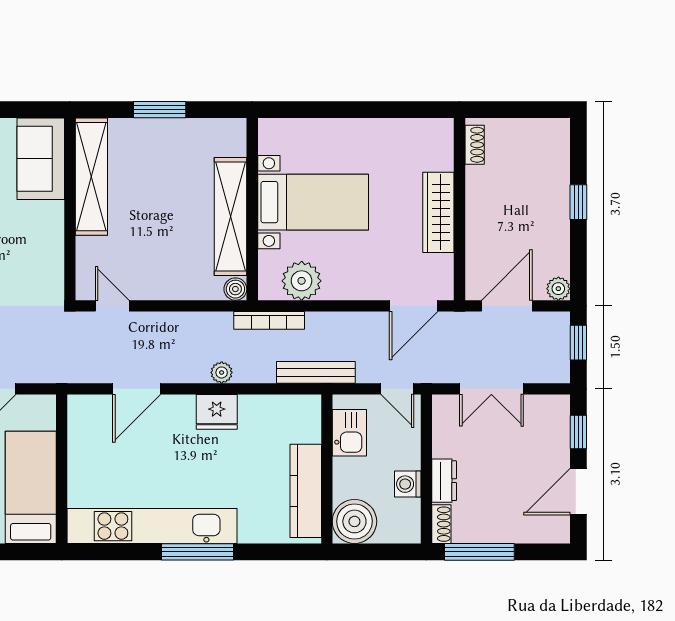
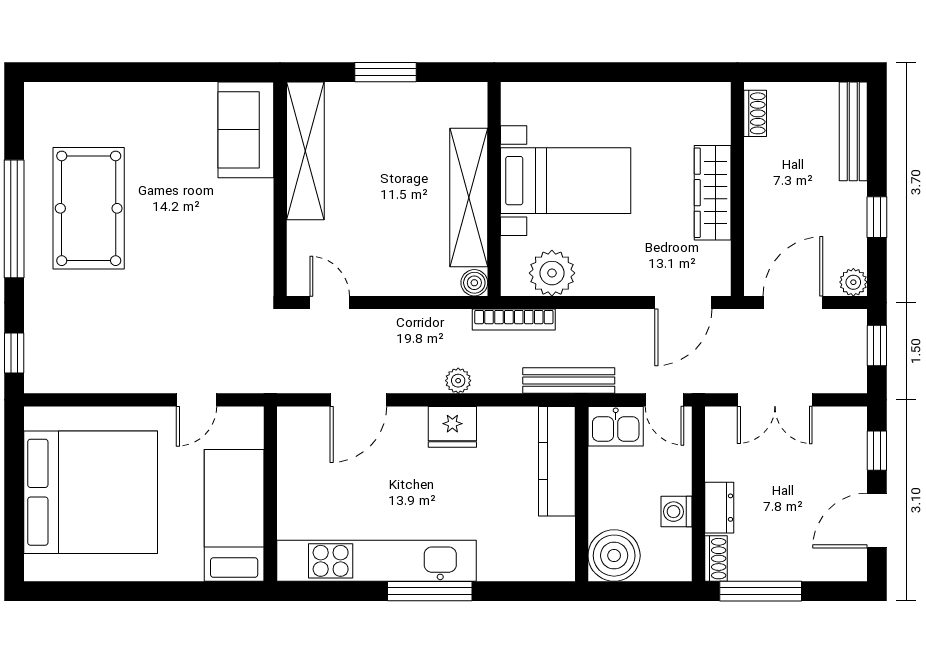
bench: (558, 160) -> (853, 131), added
window: (578, 202) -> (877, 217), moved
kitchen sink: (349, 433) -> (616, 426), moved, turned 90
kitchen counter: (306, 491) -> (557, 461), moved

